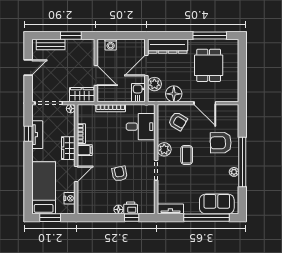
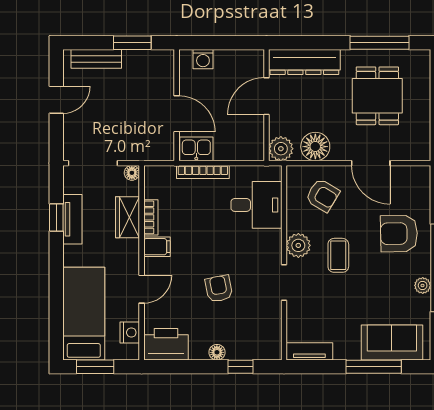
plant: (154, 84) -> (281, 149), moved
kitchen sink: (138, 93) -> (196, 149), moved, turned 90
wardrobe: (82, 95) -> (152, 148), removed
wardrobe: (68, 148) -> (127, 217), moved
printer: (131, 208) -> (166, 344), moved, width x1.87, depth x1.48
window: (207, 218) -> (374, 367), width x0.68

